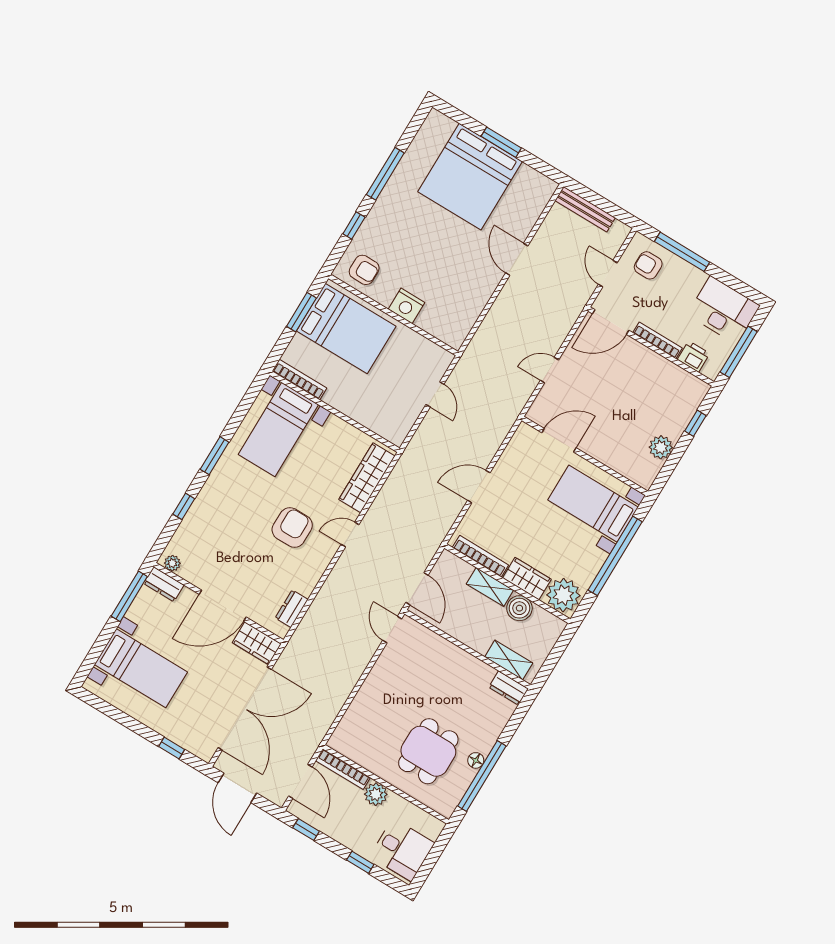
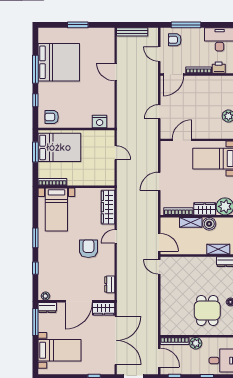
bed: (470, 177) -> (59, 62), moved, turned -90
armchair: (364, 270) -> (52, 117), turned 180
nightstand: (406, 306) -> (100, 121), moved

